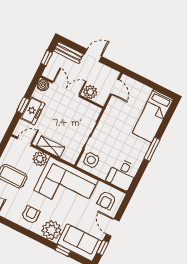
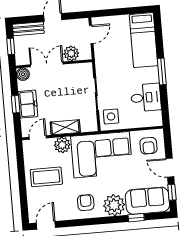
door: (115, 87) -> (91, 35), hinge flipped
desk: (122, 174) -> (146, 98), moved, turned -90

